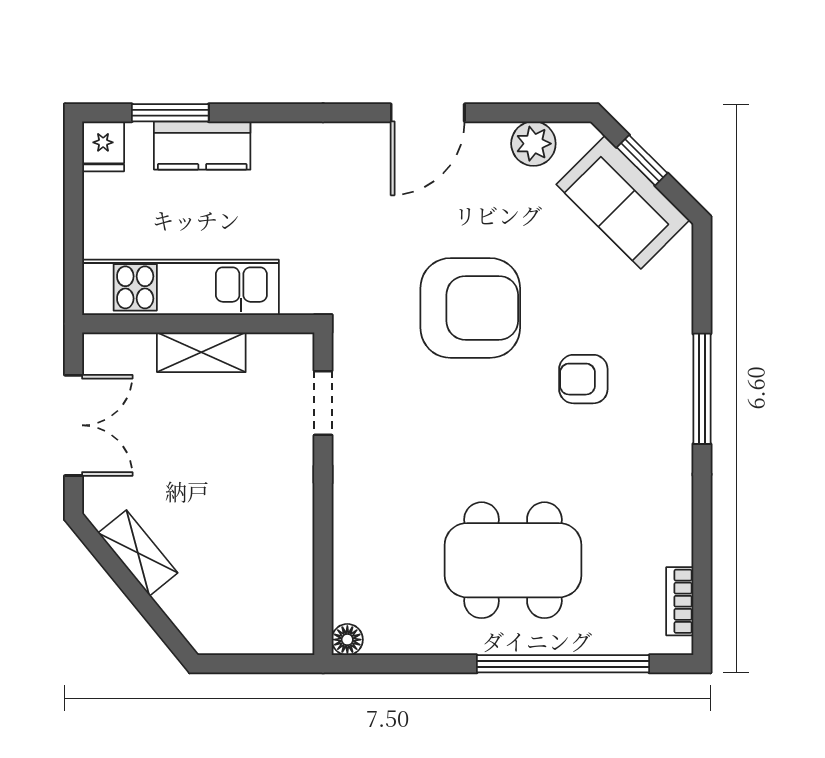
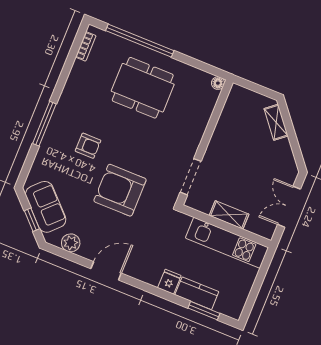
fridge: (103, 146) -> (169, 282), moved
doorway: (323, 403) -> (191, 177), width x1.38
shelving: (138, 553) -> (276, 122), moved

